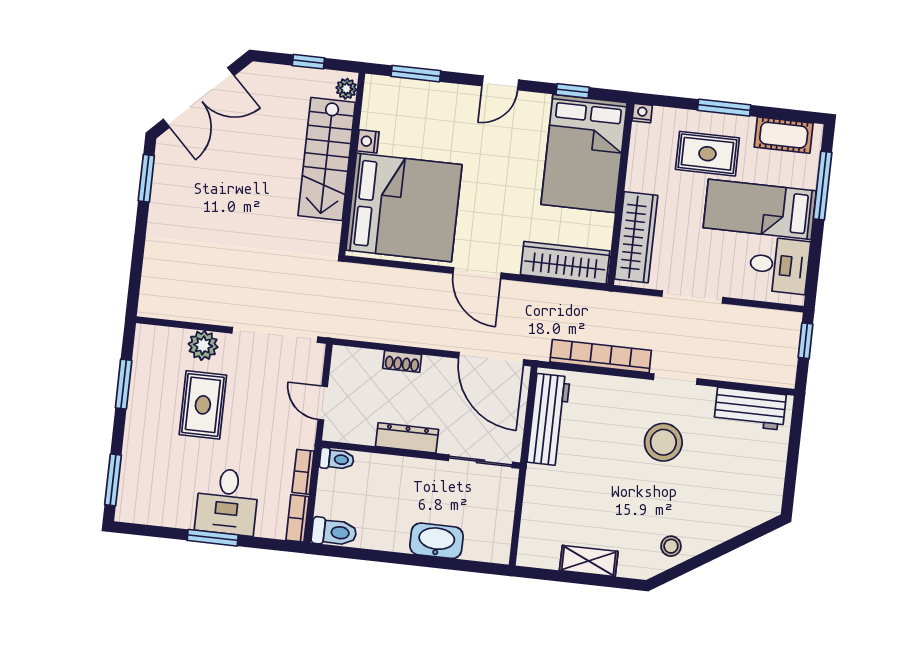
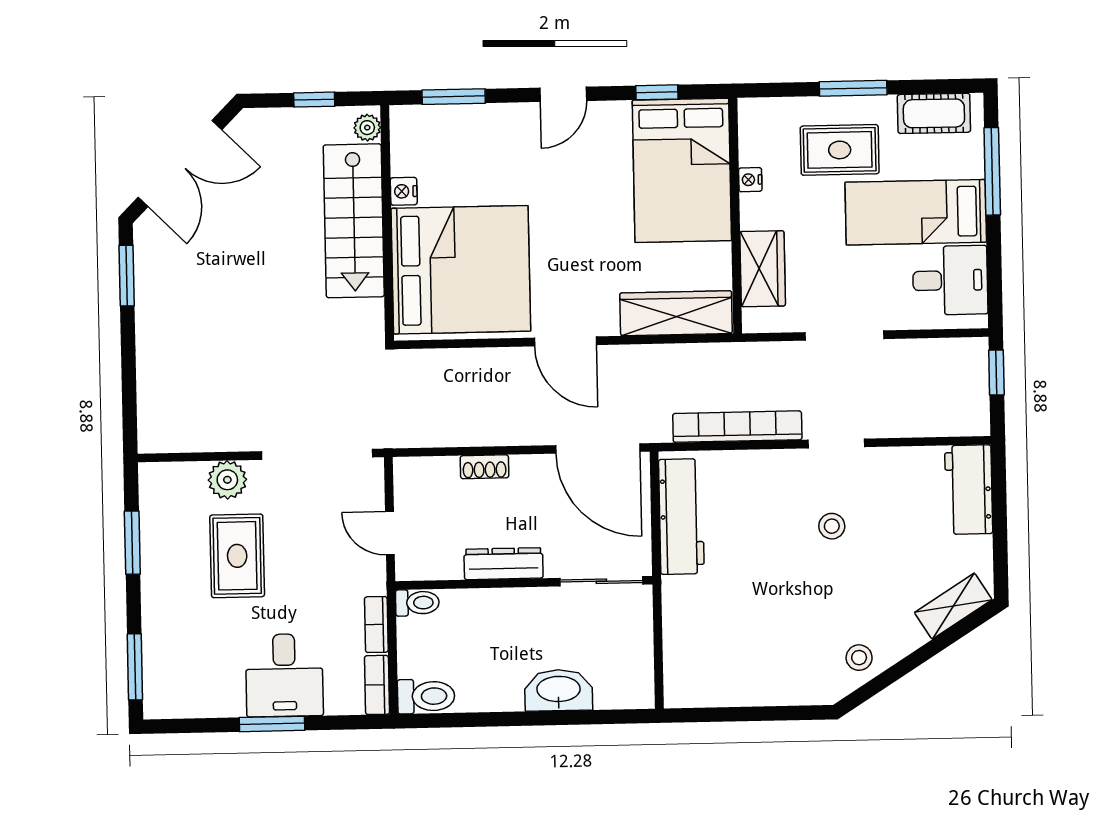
nightstand: (642, 113) -> (750, 180), moved, turned -90
wardrobe: (636, 237) -> (763, 269), width x0.67
workbench: (750, 409) -> (969, 490), moved, turned 90
stool: (663, 442) -> (832, 526), width x0.53, depth x0.53
shelving: (589, 561) -> (953, 606), moved, turned -32

